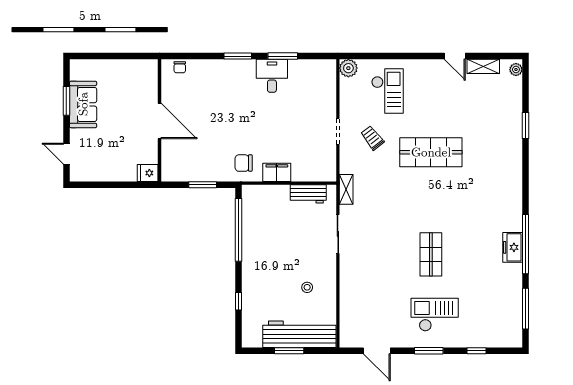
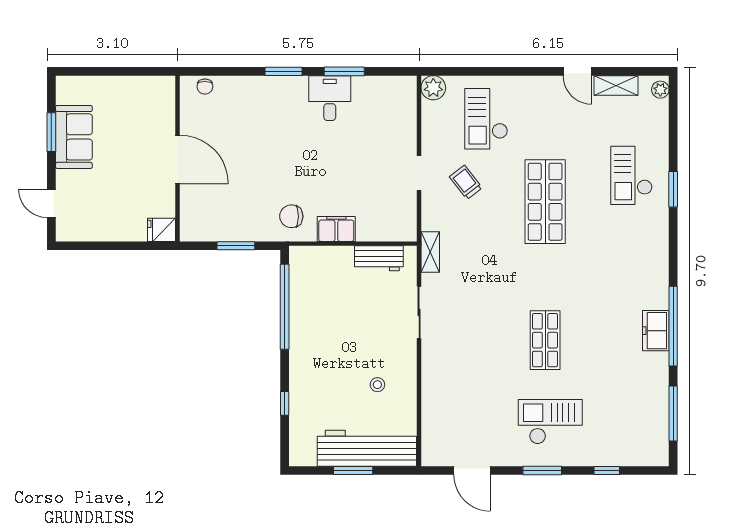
checkout: (387, 91) -> (486, 119), turned 180
window: (525, 125) -> (673, 189), moved
checkout: (495, 133) -> (631, 175), added
shop shelf: (431, 152) -> (545, 202), turned 90

